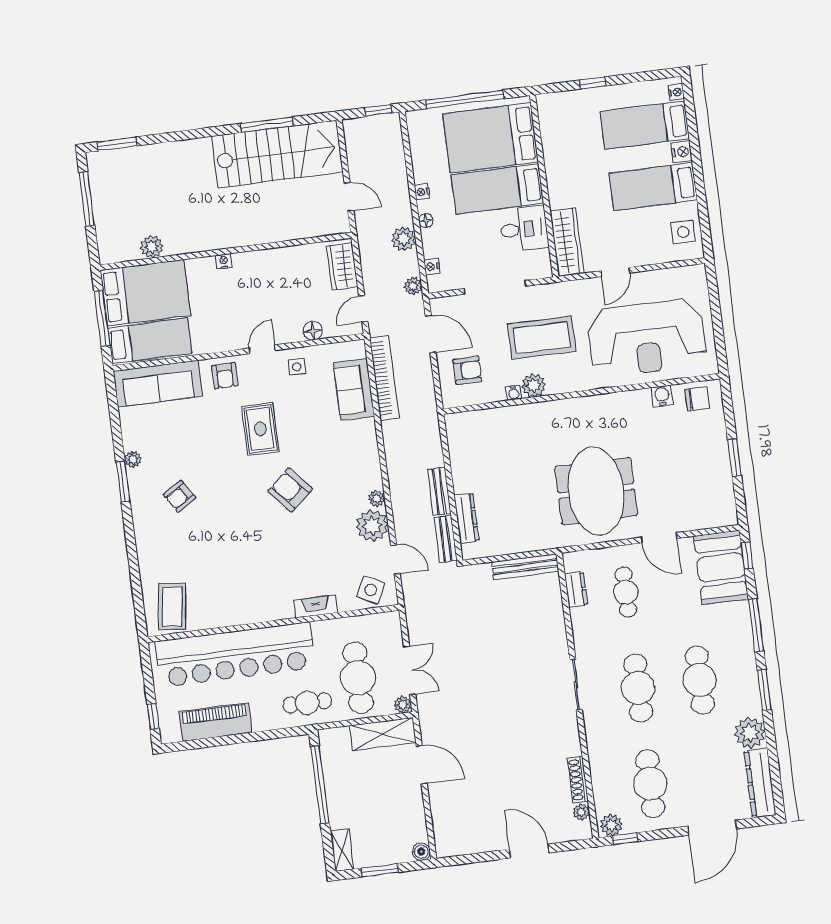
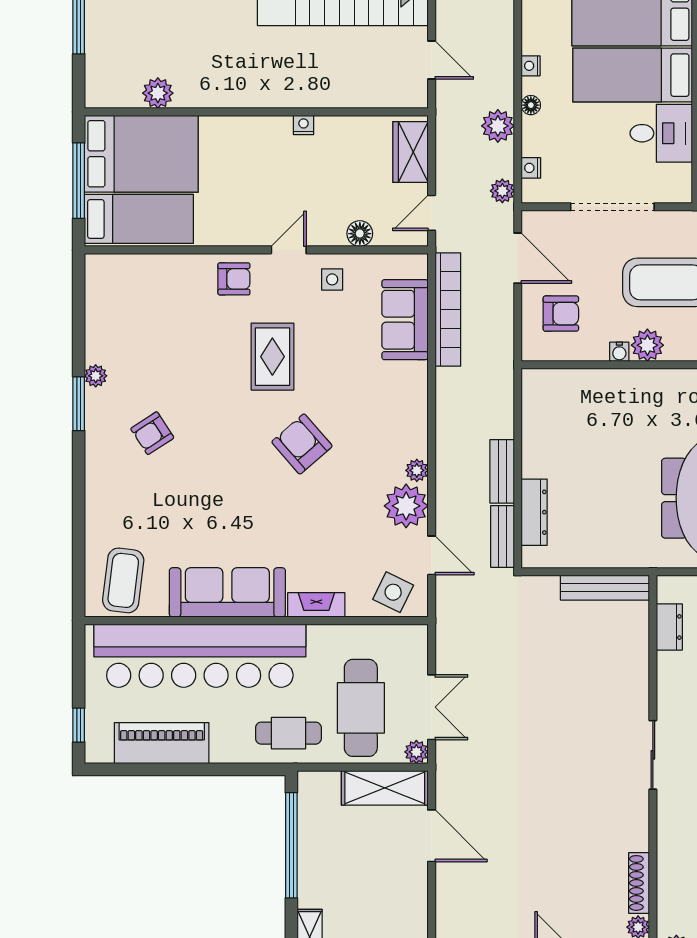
nightstand: (224, 261) -> (304, 125), moved
armchair: (225, 376) -> (234, 279), turned -90
sofa: (158, 384) -> (227, 592), moved, turned 180

